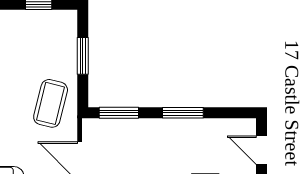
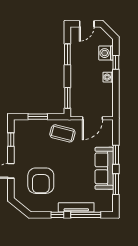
window: (183, 113) -> (67, 54), moved

